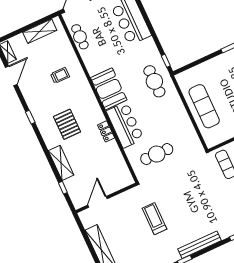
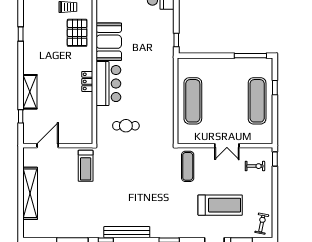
cafe table: (154, 81) -> (156, 55), removed
pallet: (67, 124) -> (77, 33), moved
cafe table: (157, 154) -> (126, 126), width x0.73, depth x0.74
treadmill: (155, 219) -> (86, 166), moved, turned 180

